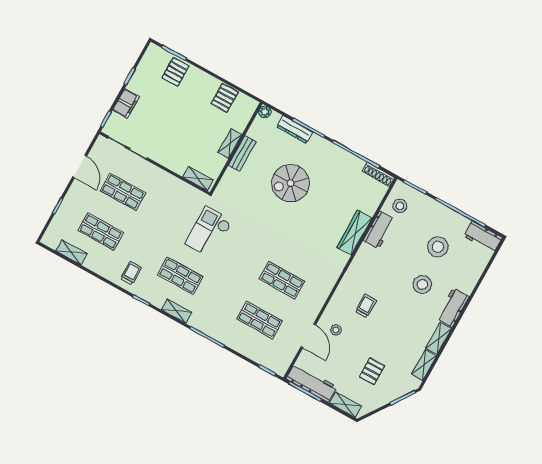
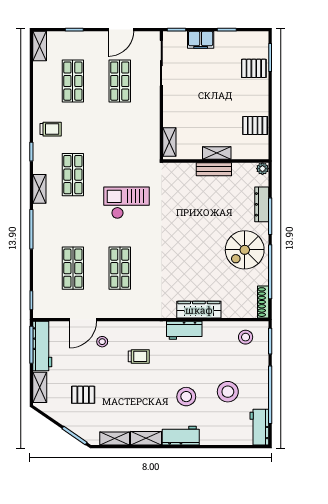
spiral stairs: (291, 183) -> (245, 250), moved, turned -90
workbench: (379, 230) -> (184, 330), moved
checkout: (209, 232) -> (126, 203), moved
shelving: (71, 252) -> (40, 46), moved

